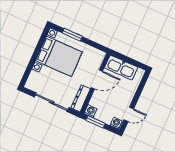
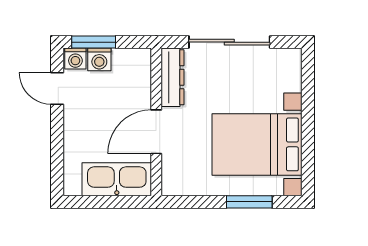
washing machine: (90, 111) -> (99, 59), moved
door: (129, 114) -> (57, 89), hinge flipped
window: (95, 122) -> (94, 42), moved

